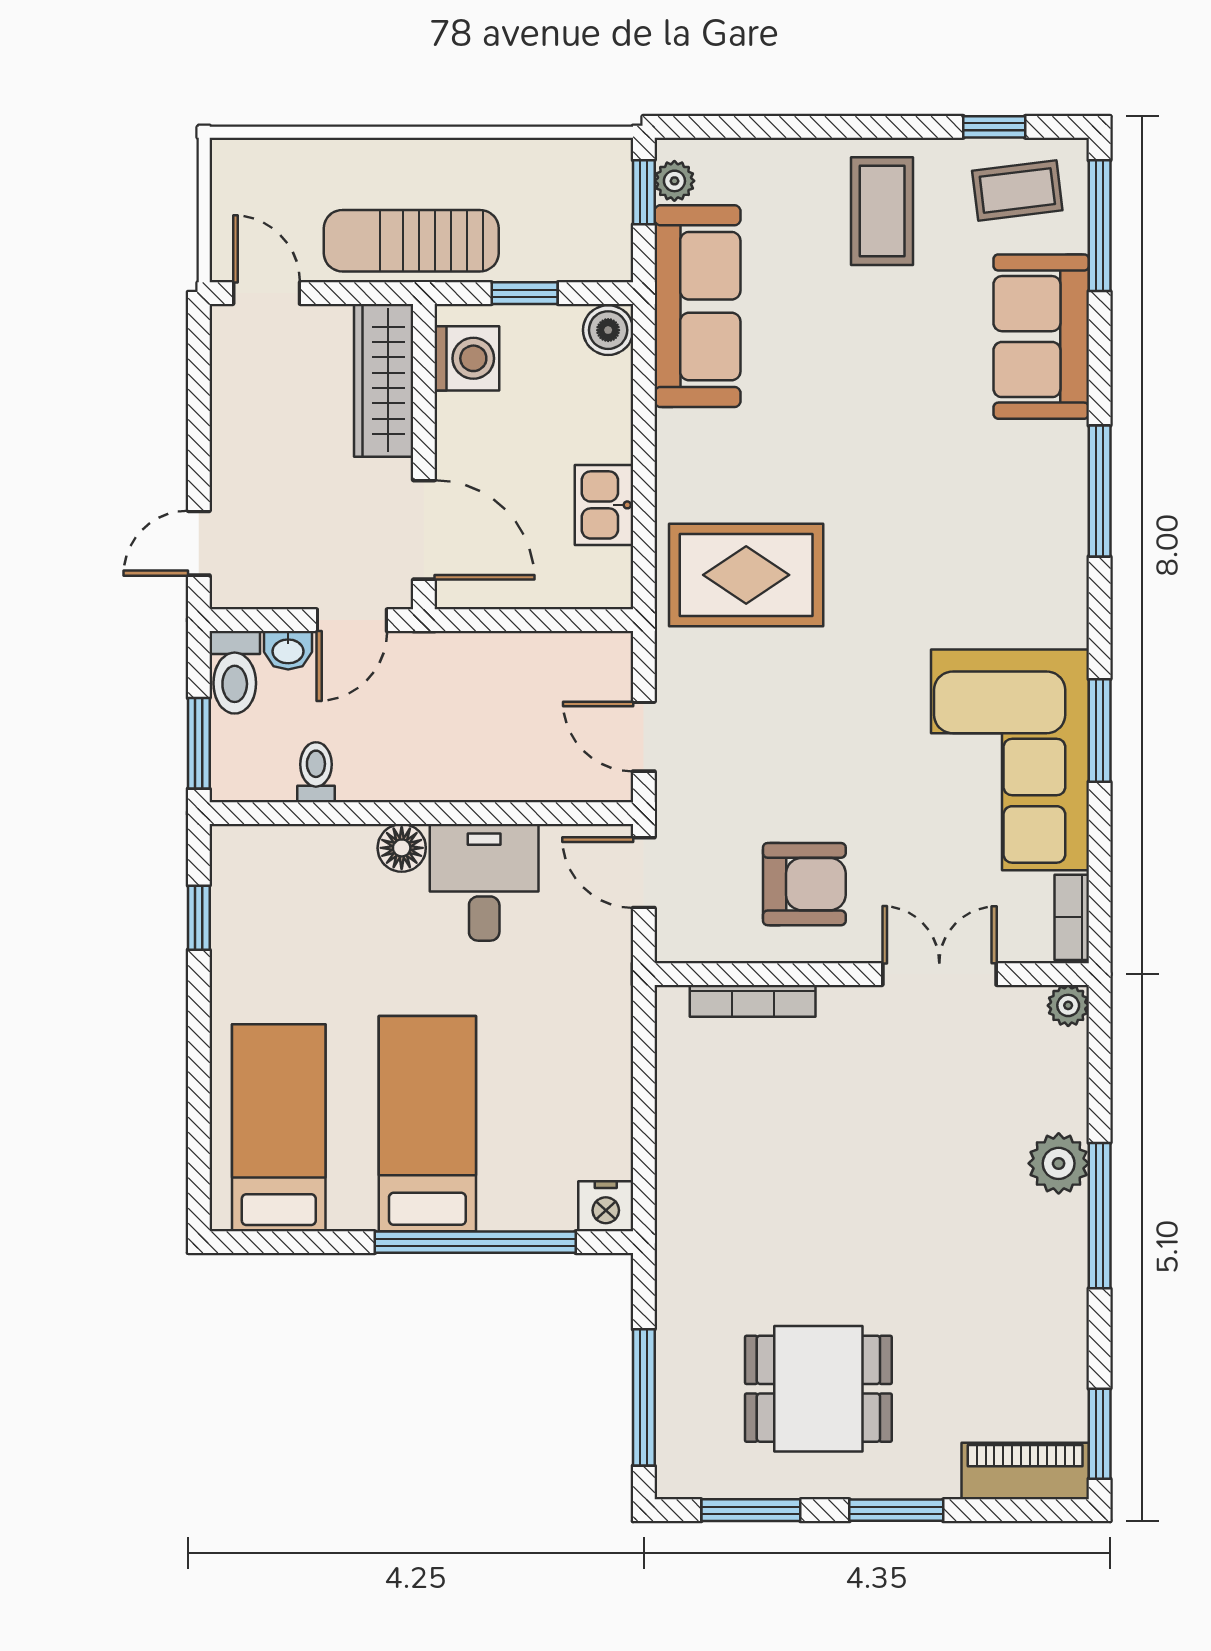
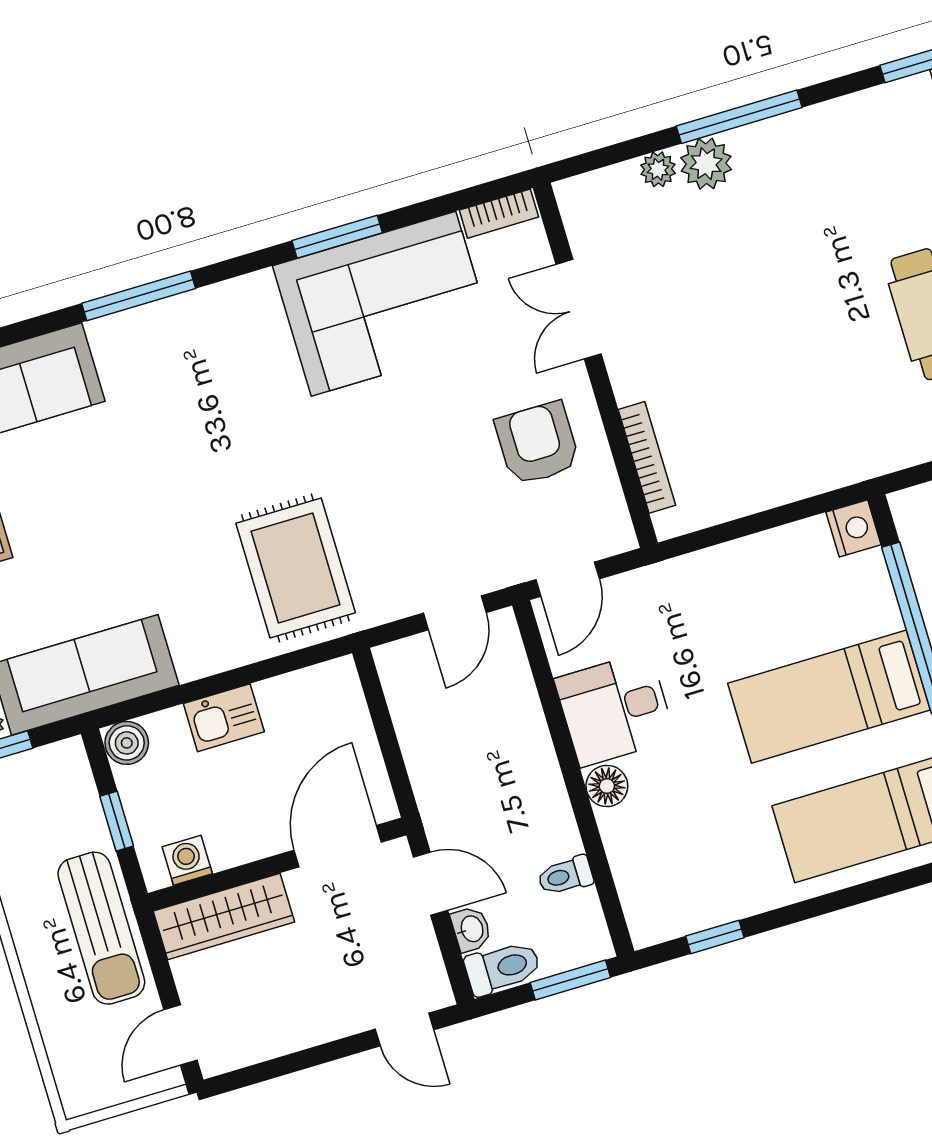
washing machine: (467, 358) -> (187, 860), width x0.73, depth x0.73
kitchen sink: (604, 505) -> (224, 718), moved
plant: (1068, 1005) -> (658, 169), moved

